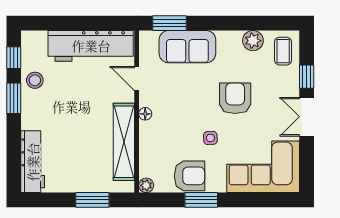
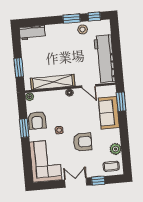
door: (137, 79) -> (89, 86), swing flipped
workbench: (33, 162) -> (32, 33), width x0.73

